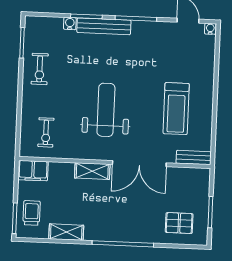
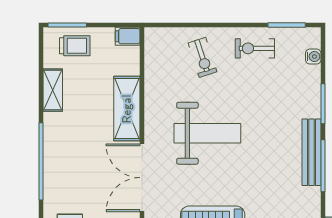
water cooler: (70, 23) -> (313, 57), moved
bench: (104, 26) -> (311, 152), moved
exercise bike: (46, 132) -> (202, 57), moved, turned -108
filing cabinet: (33, 171) -> (128, 36), width x0.50
shelving: (92, 171) -> (127, 109), width x1.50, depth x1.33

